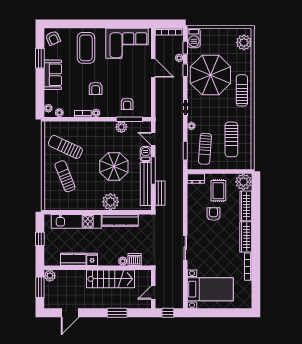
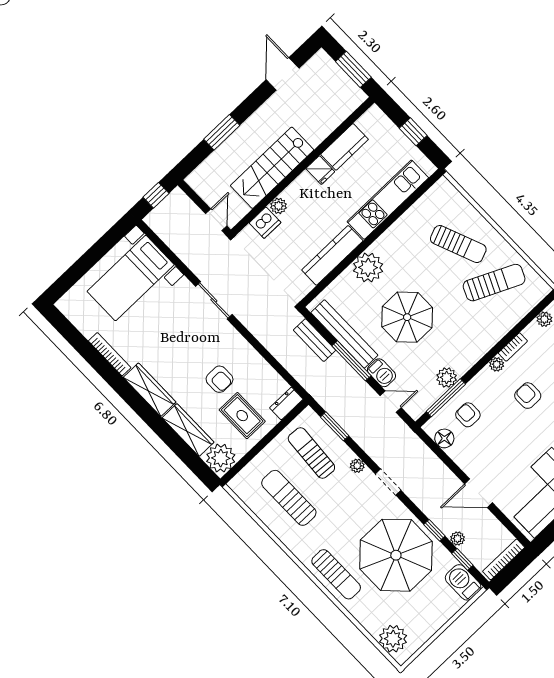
floor lamp: (146, 103) -> (444, 438), added
plant: (50, 276) -> (355, 97), removed
door: (153, 293) -> (216, 220), moved

